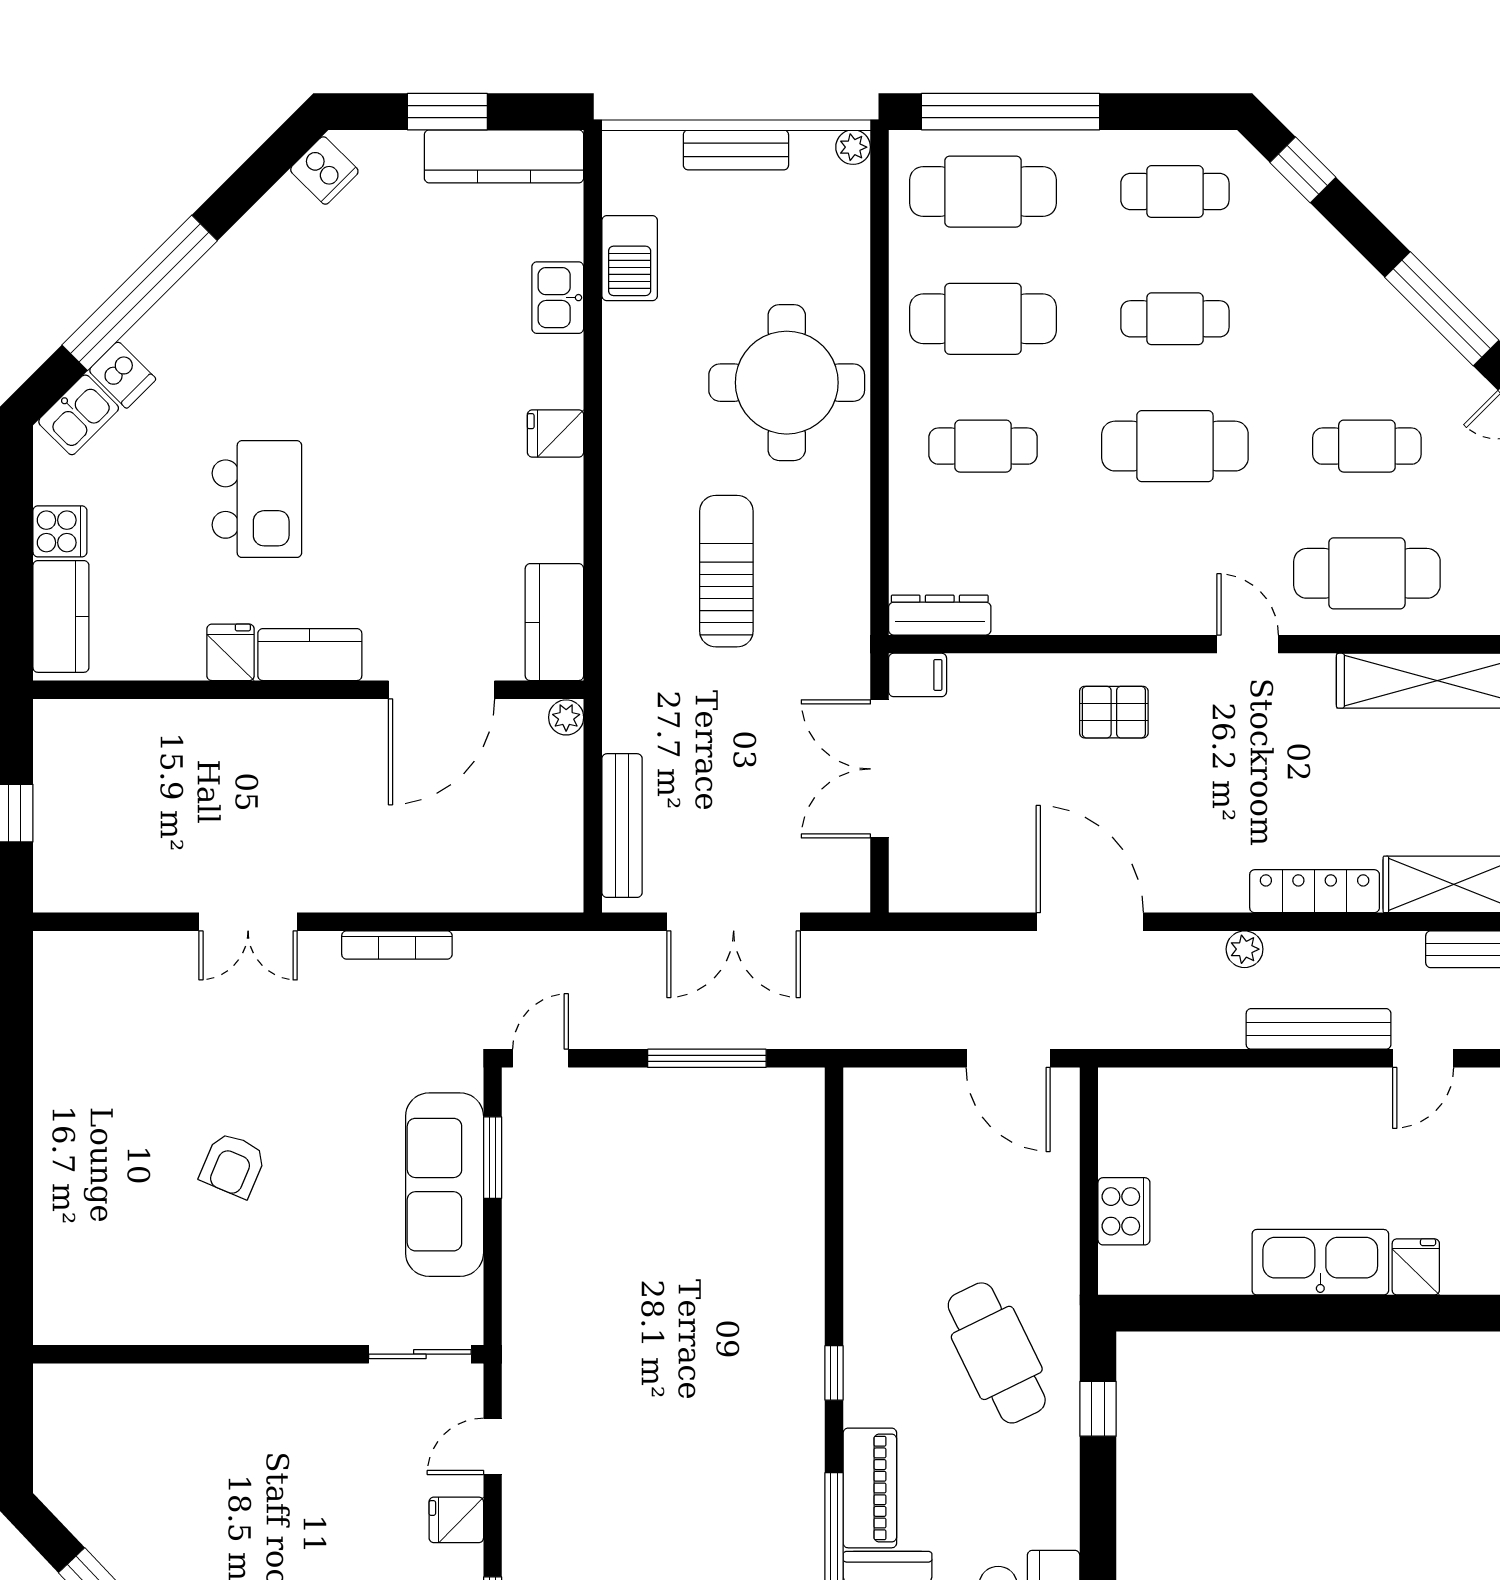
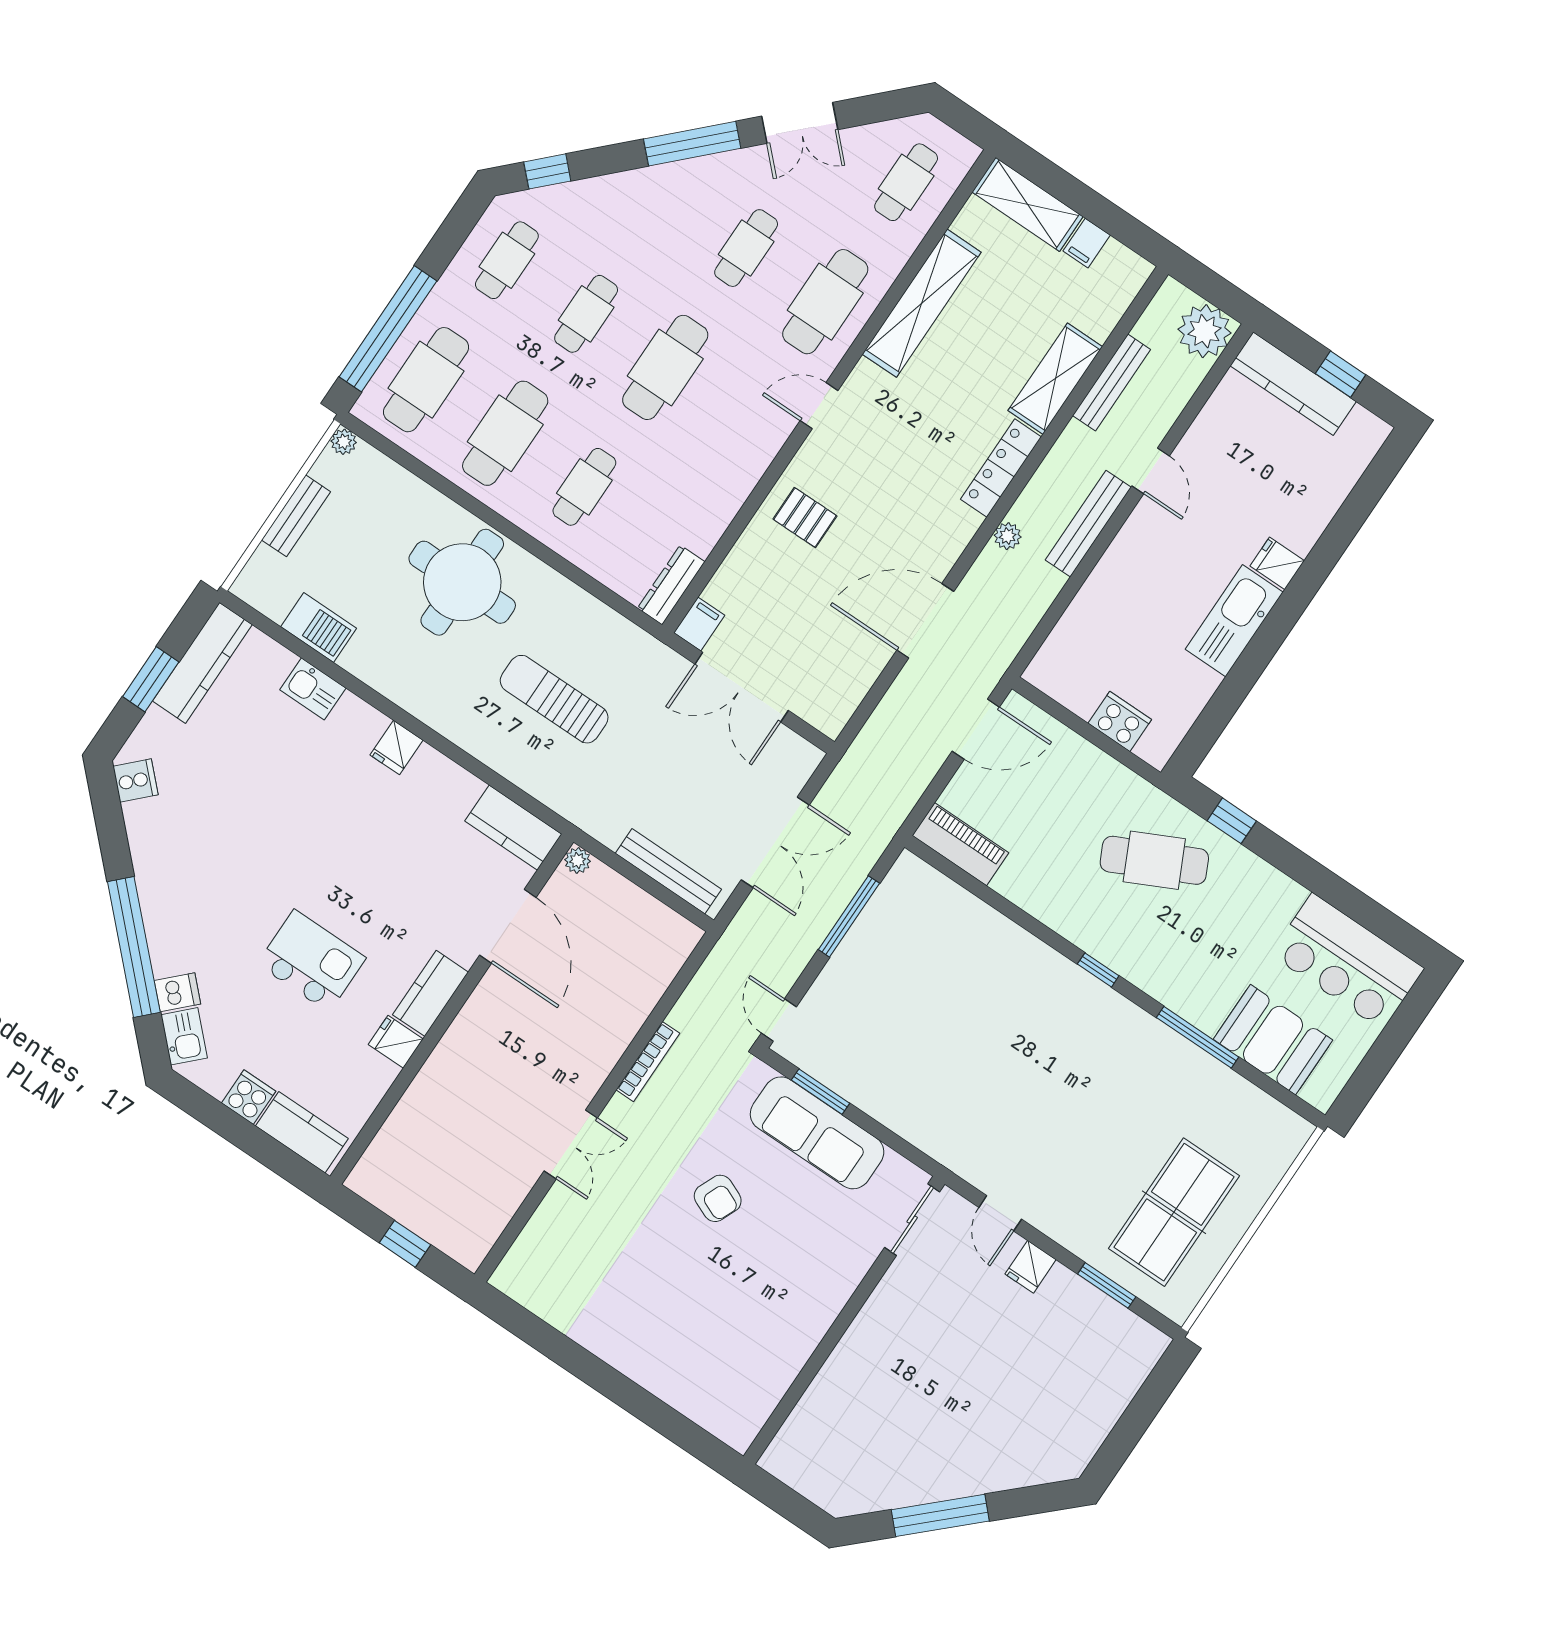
pallet: (1114, 712) -> (805, 518), turned 90
armchair: (233, 1165) -> (718, 1198), moved
piano: (870, 1488) -> (960, 844), moved

